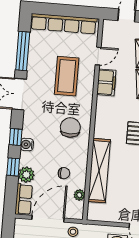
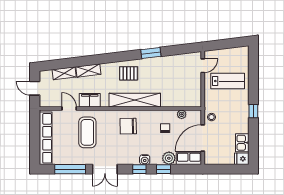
coffee table: (67, 76) -> (87, 132), turned 90
shelving: (99, 171) -> (135, 100), moved
door: (48, 219) -> (203, 138), hinge flipped

